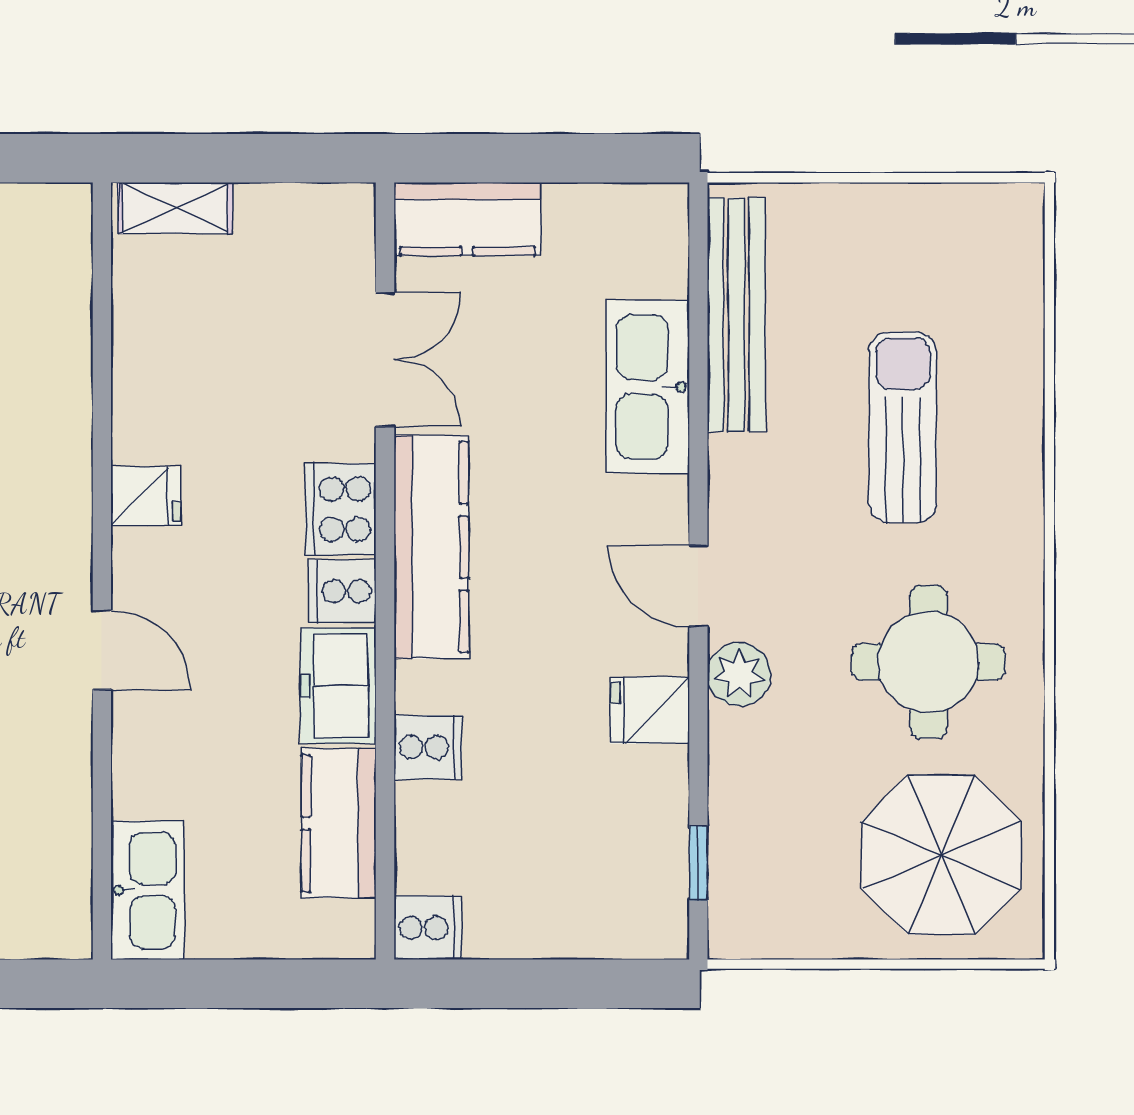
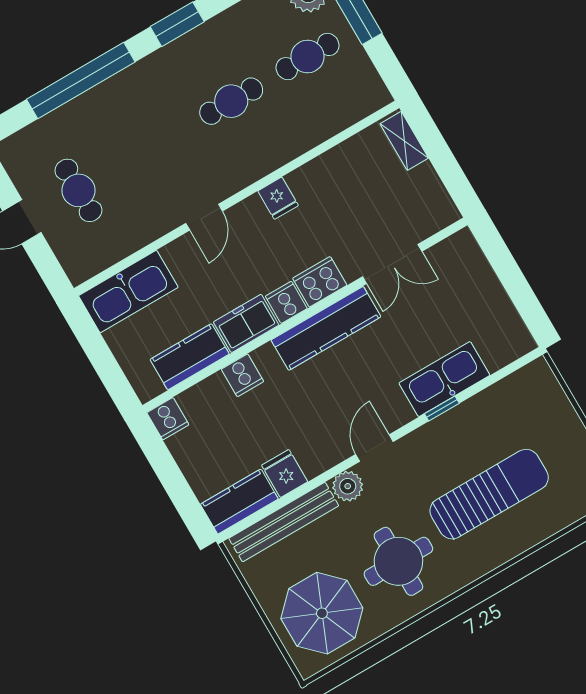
kitchen counter: (467, 219) -> (239, 502), moved, turned 90
bench: (736, 315) -> (284, 522), moved
sun lounger: (903, 427) -> (489, 494), width x1.36, depth x1.34
fridge: (650, 710) -> (285, 473), moved
window: (698, 863) -> (442, 409), moved
kitchen sink: (147, 890) -> (128, 292), width x1.36, depth x1.24

